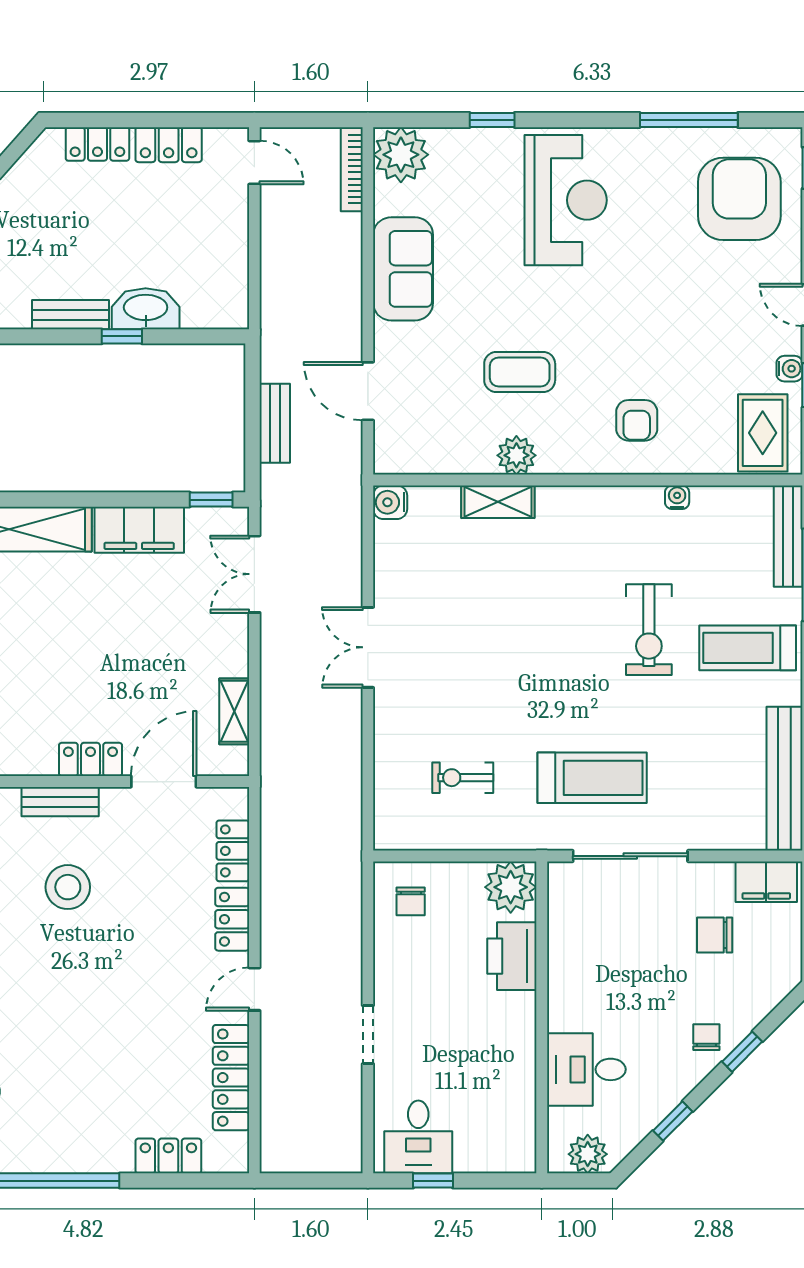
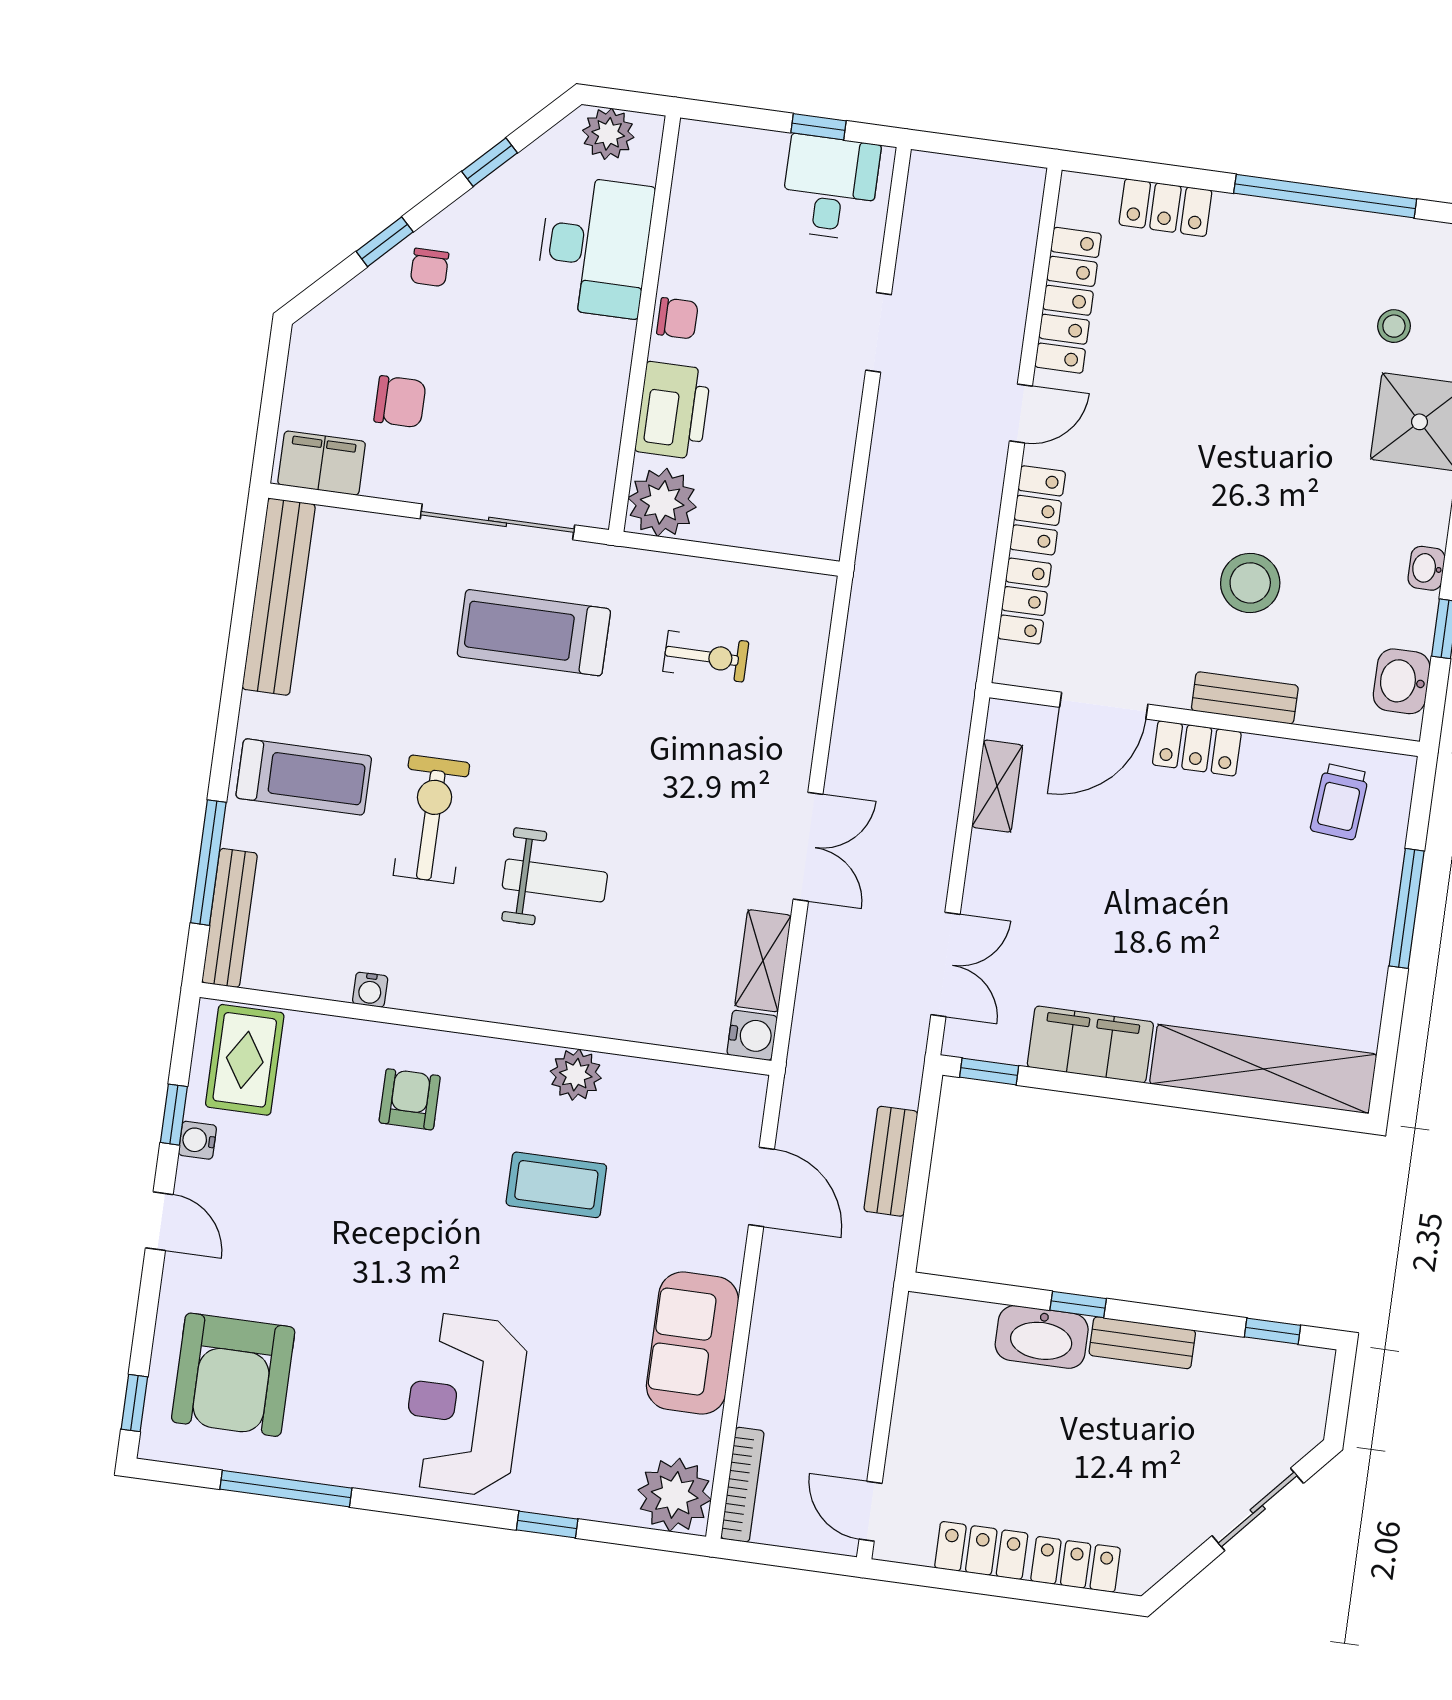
shelving: (498, 502) -> (763, 961), moved, turned 90
weight bench: (552, 597) -> (555, 880), added
chair: (411, 901) -> (677, 318), moved, turned 90
desk: (586, 1069) -> (595, 246), width x1.37

